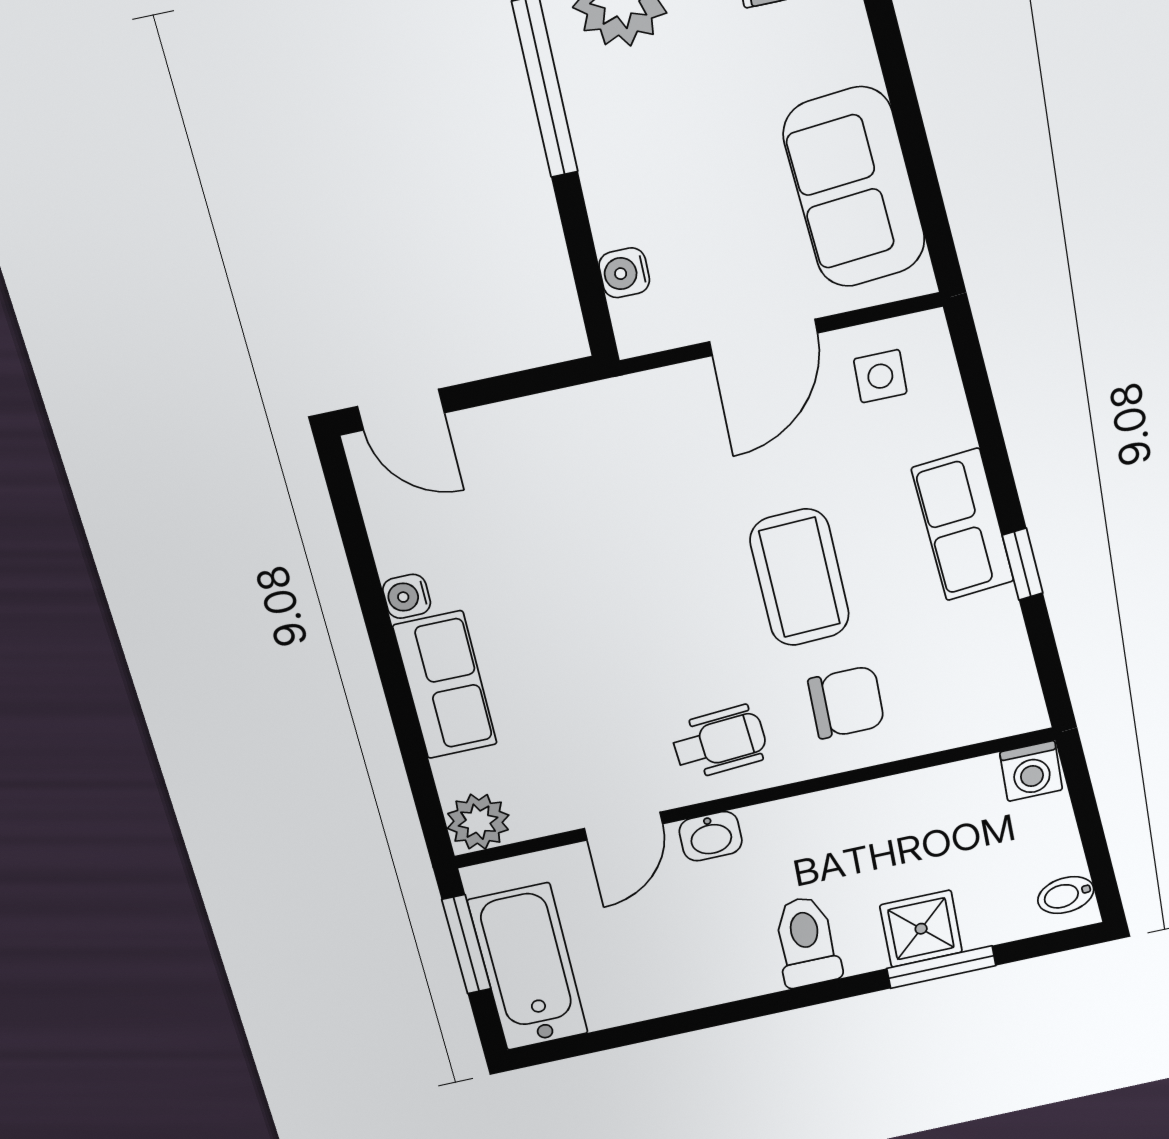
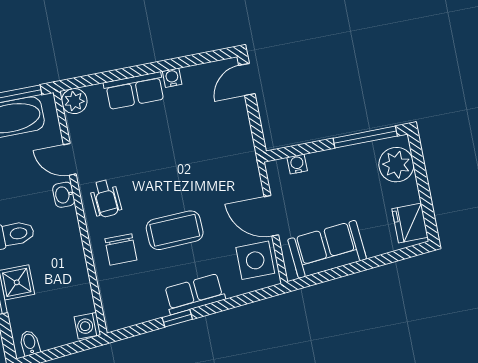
side table: (880, 376) -> (255, 260), width x1.87, depth x1.87

